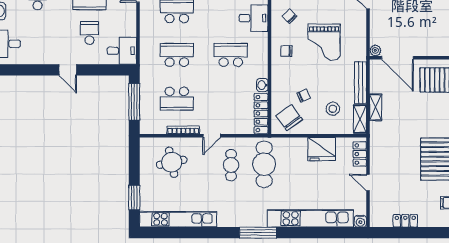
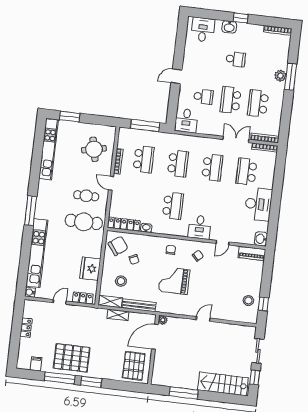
school desk: (177, 99) -> (144, 159), turned 180

